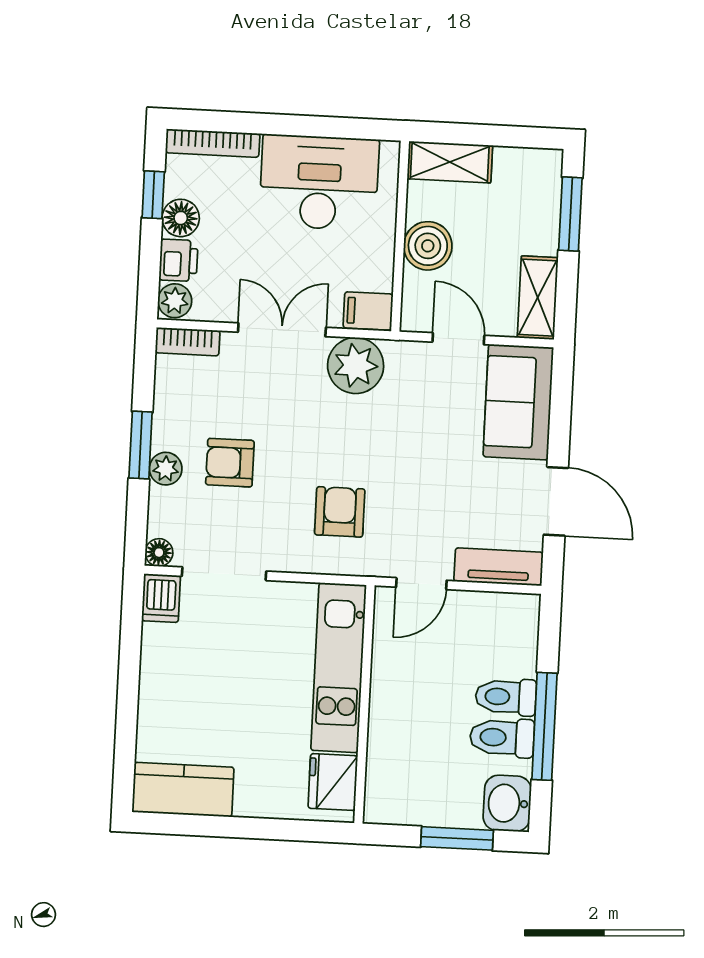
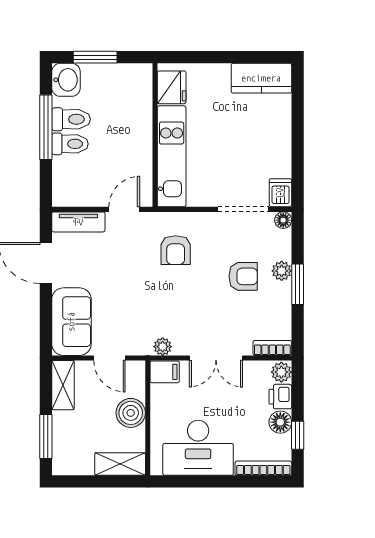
plant: (356, 366) -> (163, 347), width x0.53, depth x0.53

